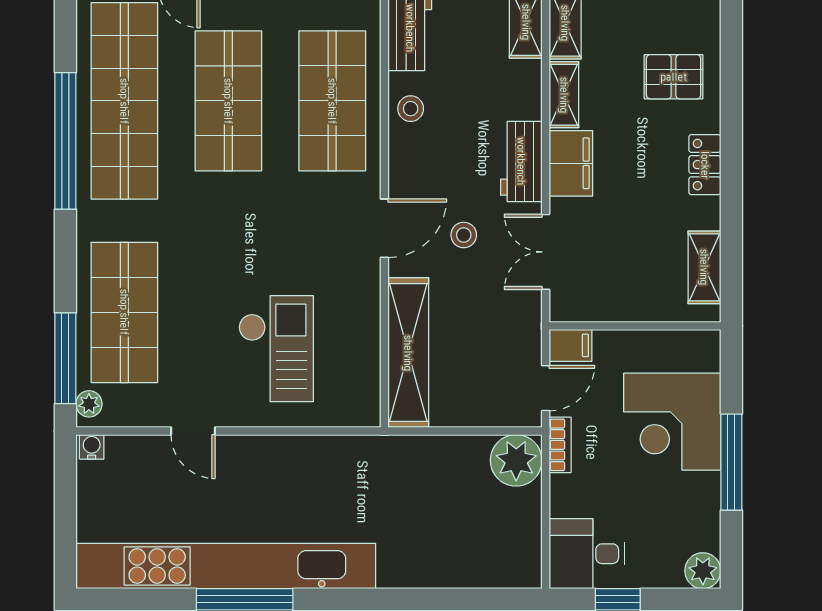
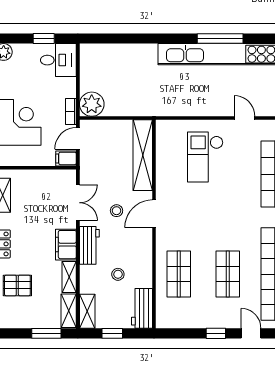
shop shelf: (228, 101) -> (228, 274), width x0.70, depth x0.74
shop shelf: (332, 101) -> (179, 274), width x0.70, depth x0.74
stool: (411, 109) -> (118, 274), moved

